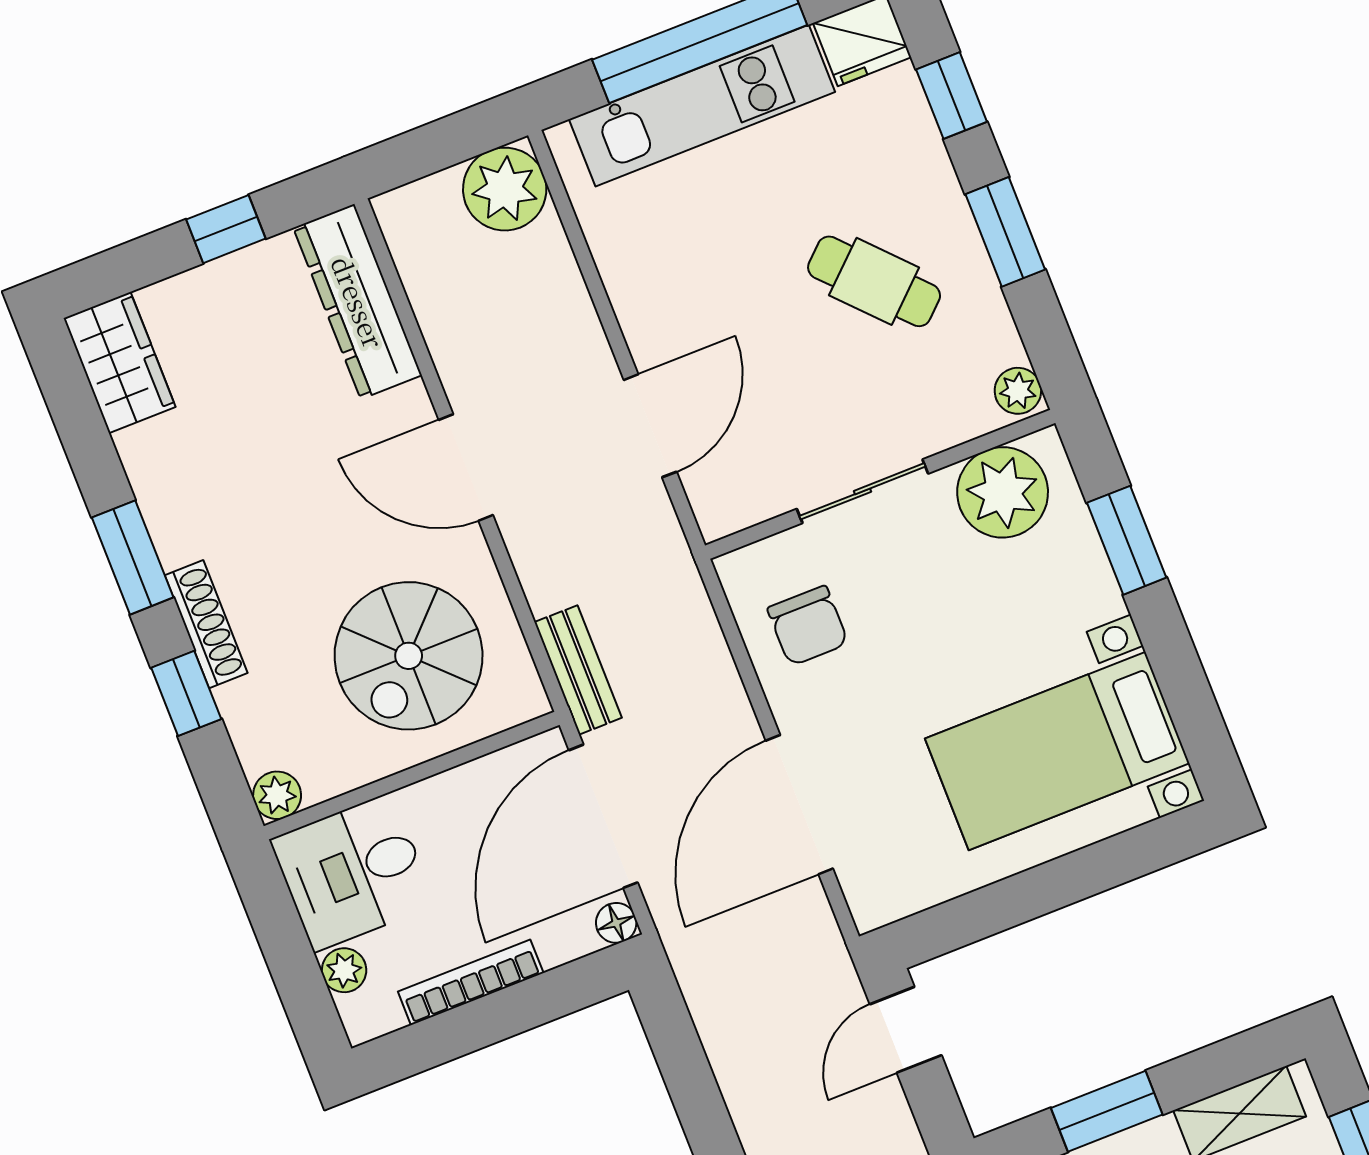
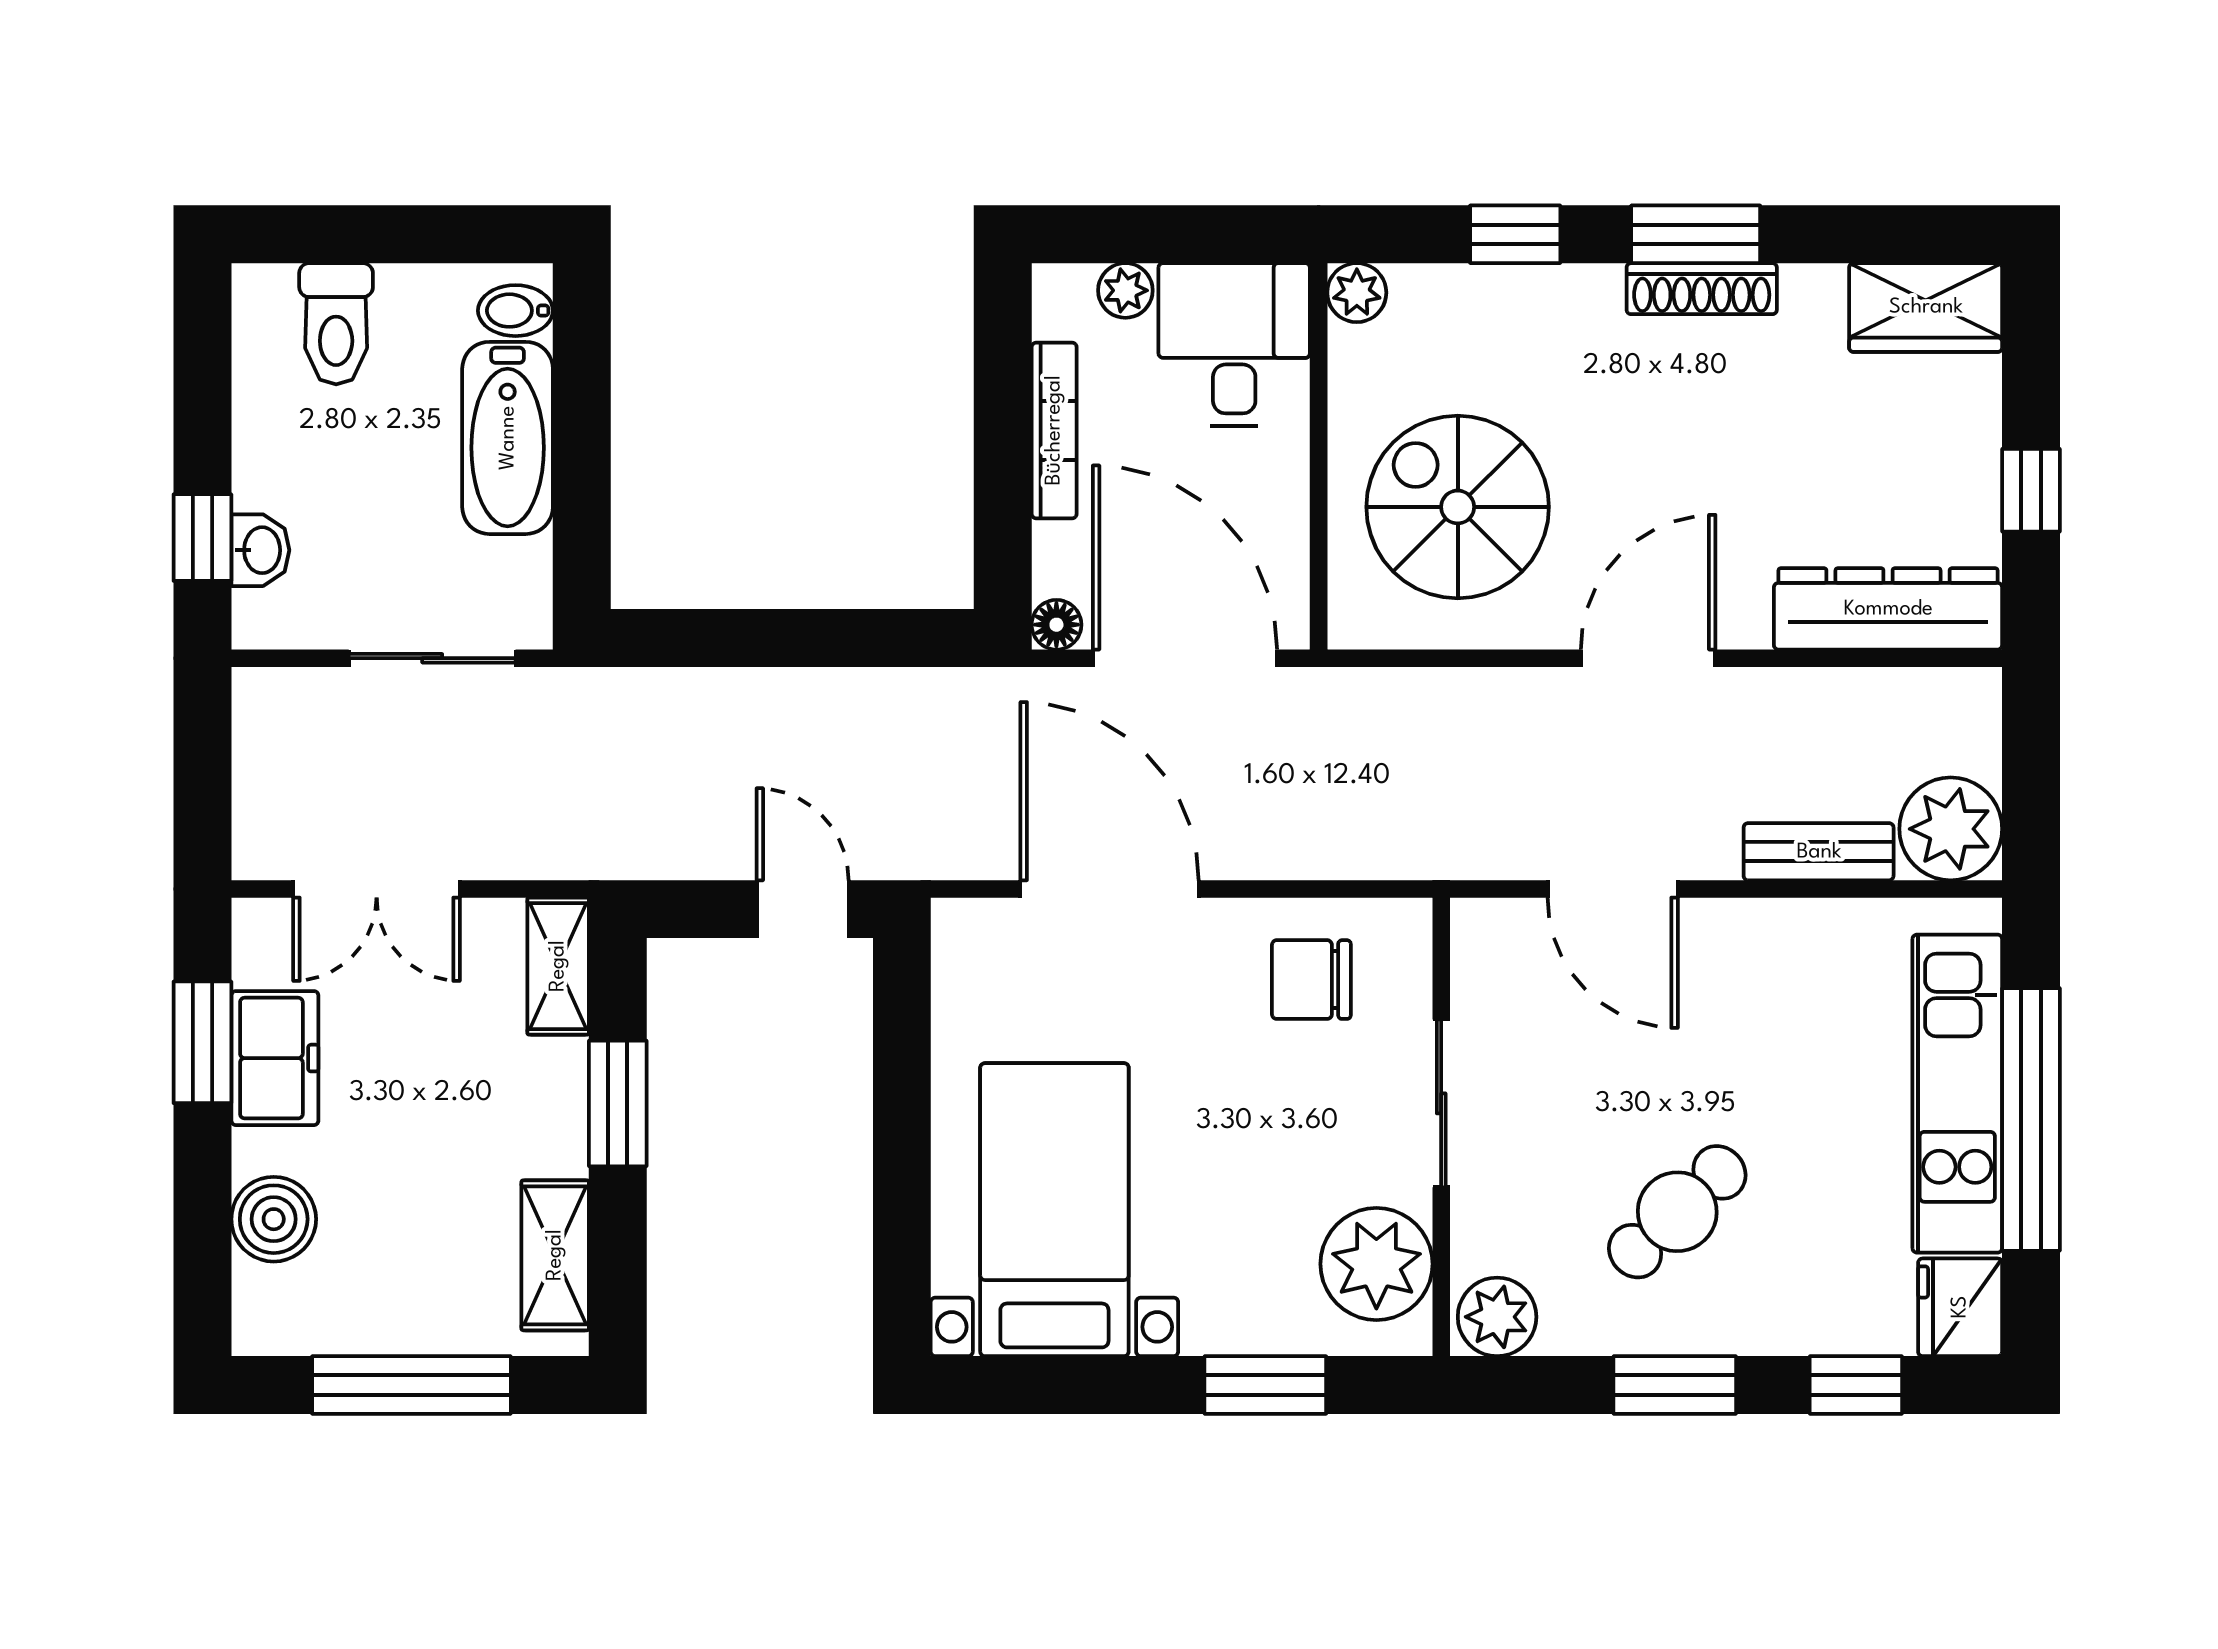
plant: (1018, 391) -> (1497, 1317), width x1.38, depth x1.38
shoe rack: (206, 624) -> (1702, 289), moved
bench: (578, 670) -> (1819, 852), moved

